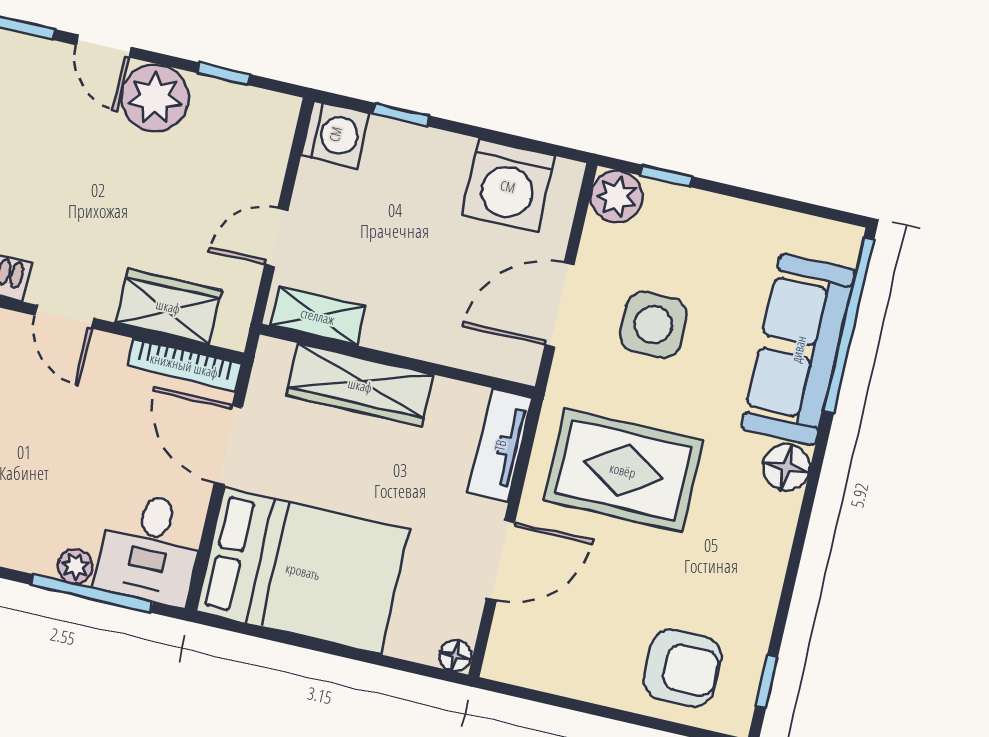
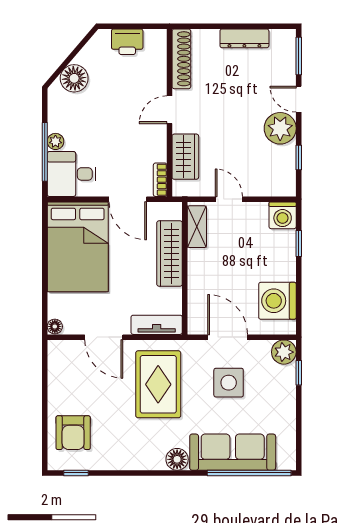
door: (104, 46) -> (299, 99), hinge flipped
bookcase: (184, 365) -> (160, 180), width x0.64
door: (228, 445) -> (128, 199), swing flipped

